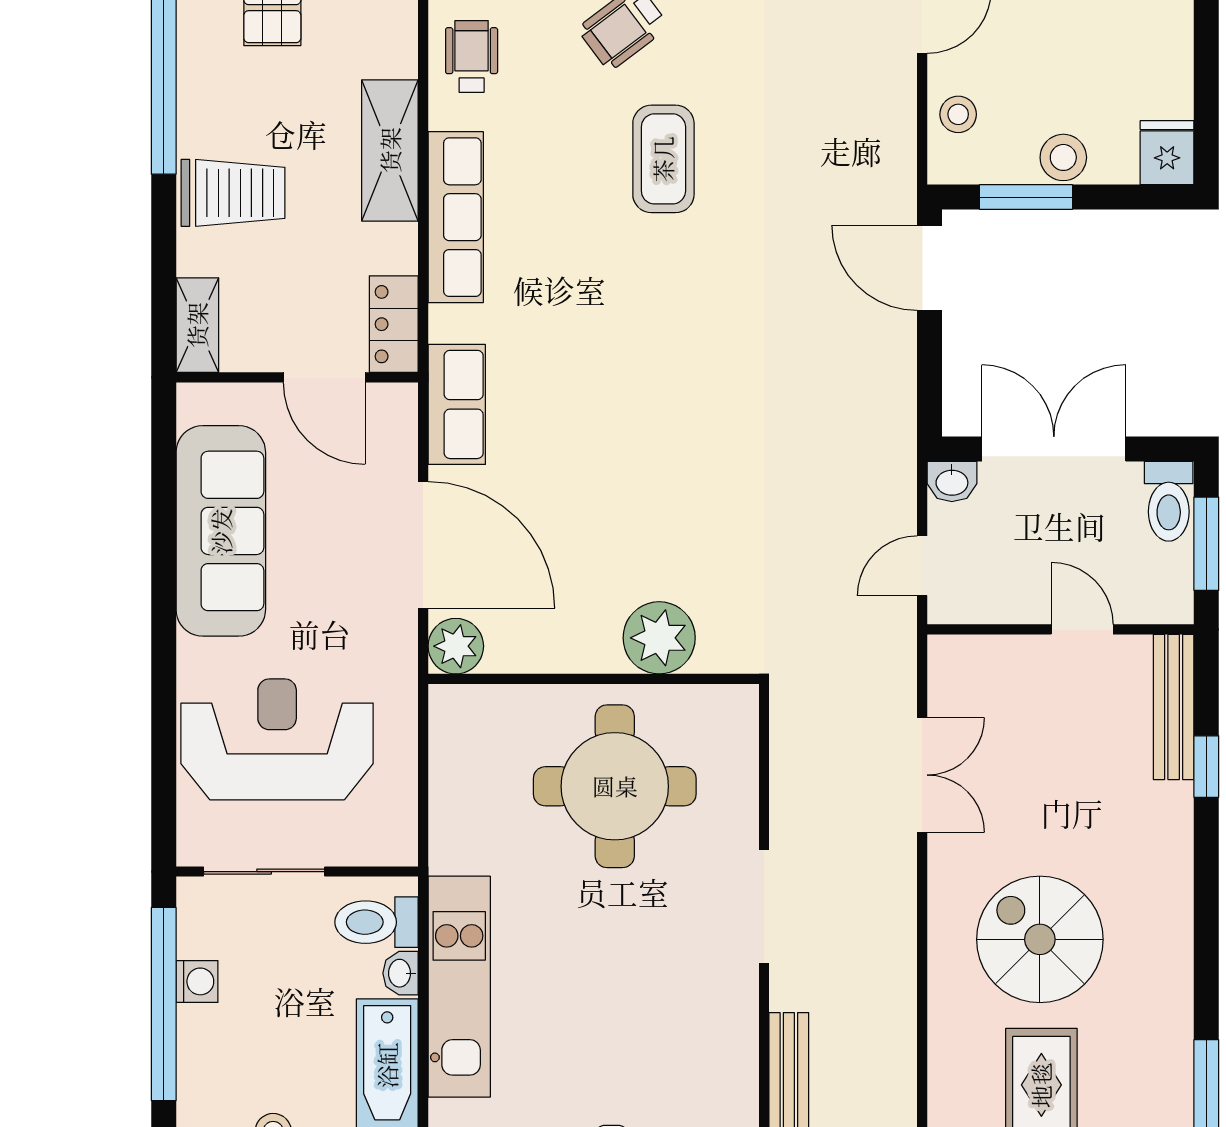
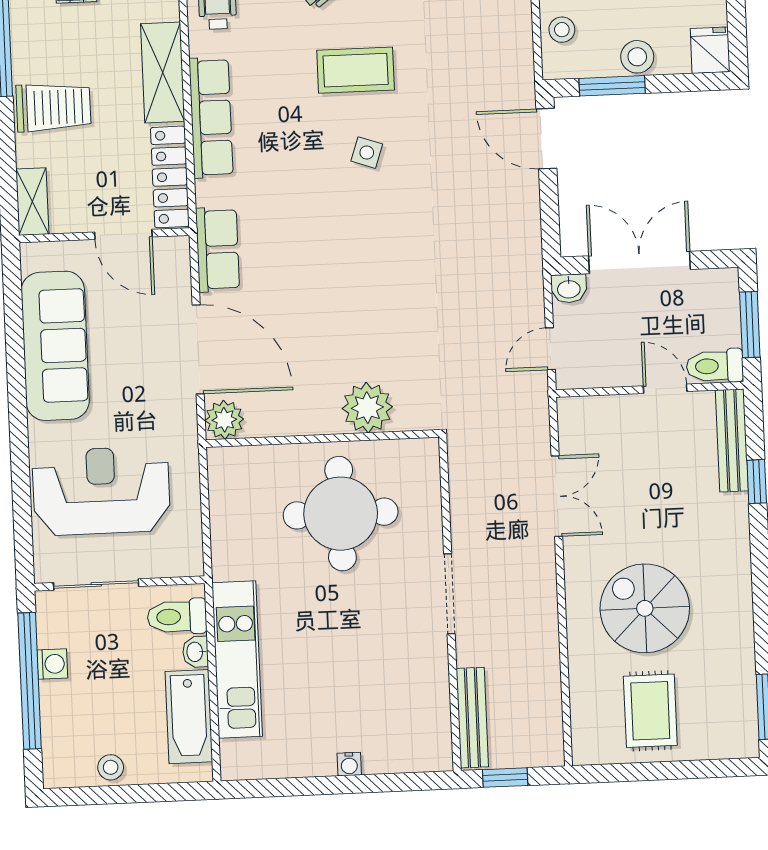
coffee table: (663, 159) -> (356, 70), turned 90
side table: (674, 276) -> (367, 153), added
locker: (394, 324) -> (170, 177), width x1.53
toilet: (1169, 501) -> (715, 366), moved, turned 90

